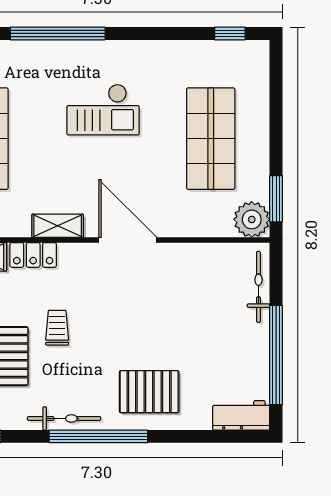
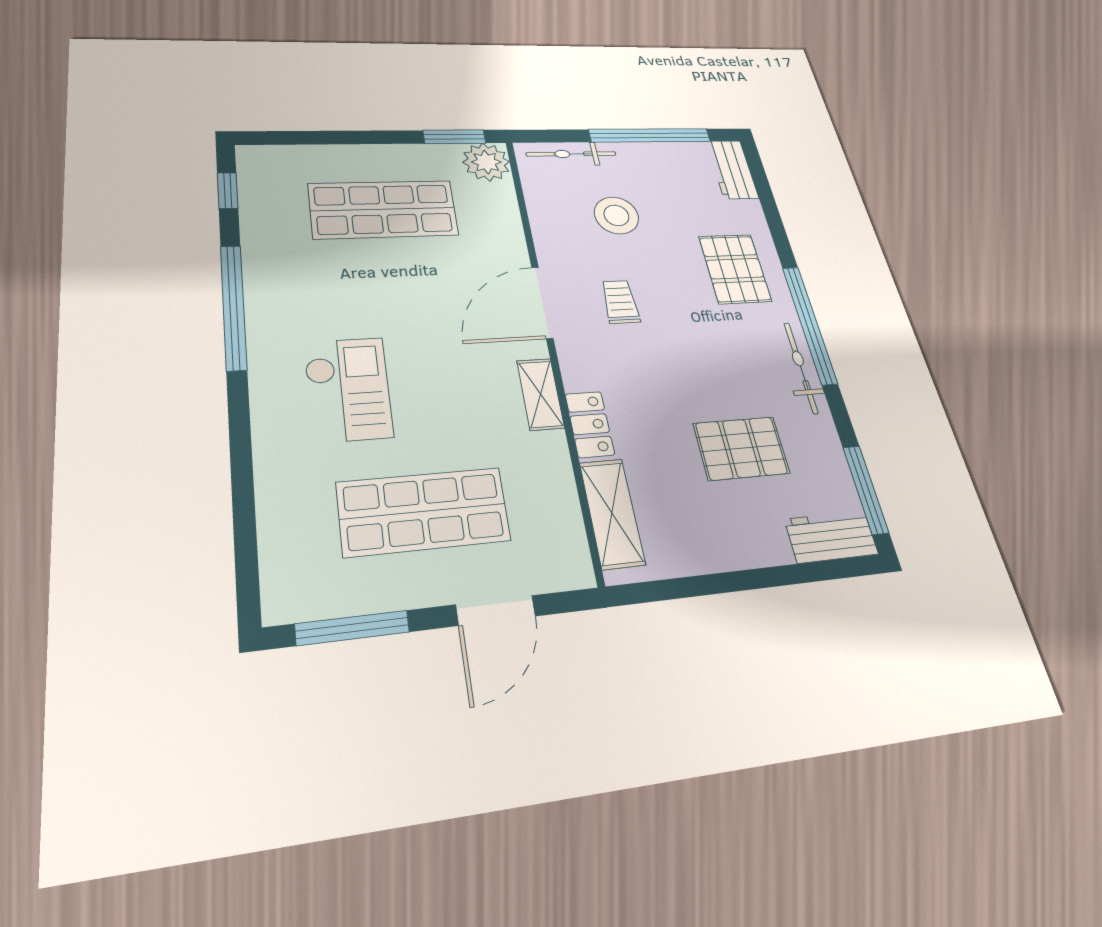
window: (58, 33) -> (233, 307), moved
checkout: (103, 110) -> (348, 389), moved
stool: (200, 310) -> (616, 215), added
trolley: (57, 328) -> (620, 302), moved, turned 90

